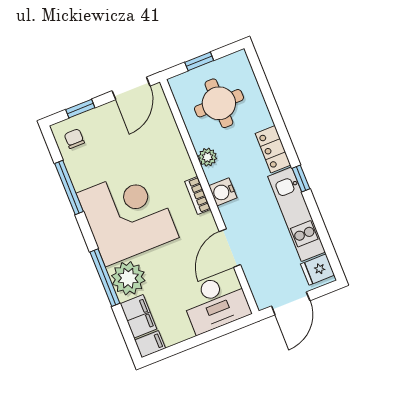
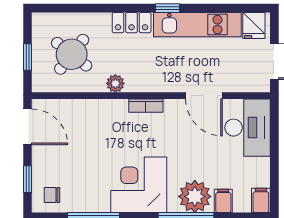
round table: (219, 103) -> (72, 54), turned 38
water cooler: (223, 192) -> (152, 82), removed
corner desk: (128, 215) -> (139, 185), width x0.74, depth x0.74
filing cabinet: (138, 316) -> (223, 201), width x0.50

